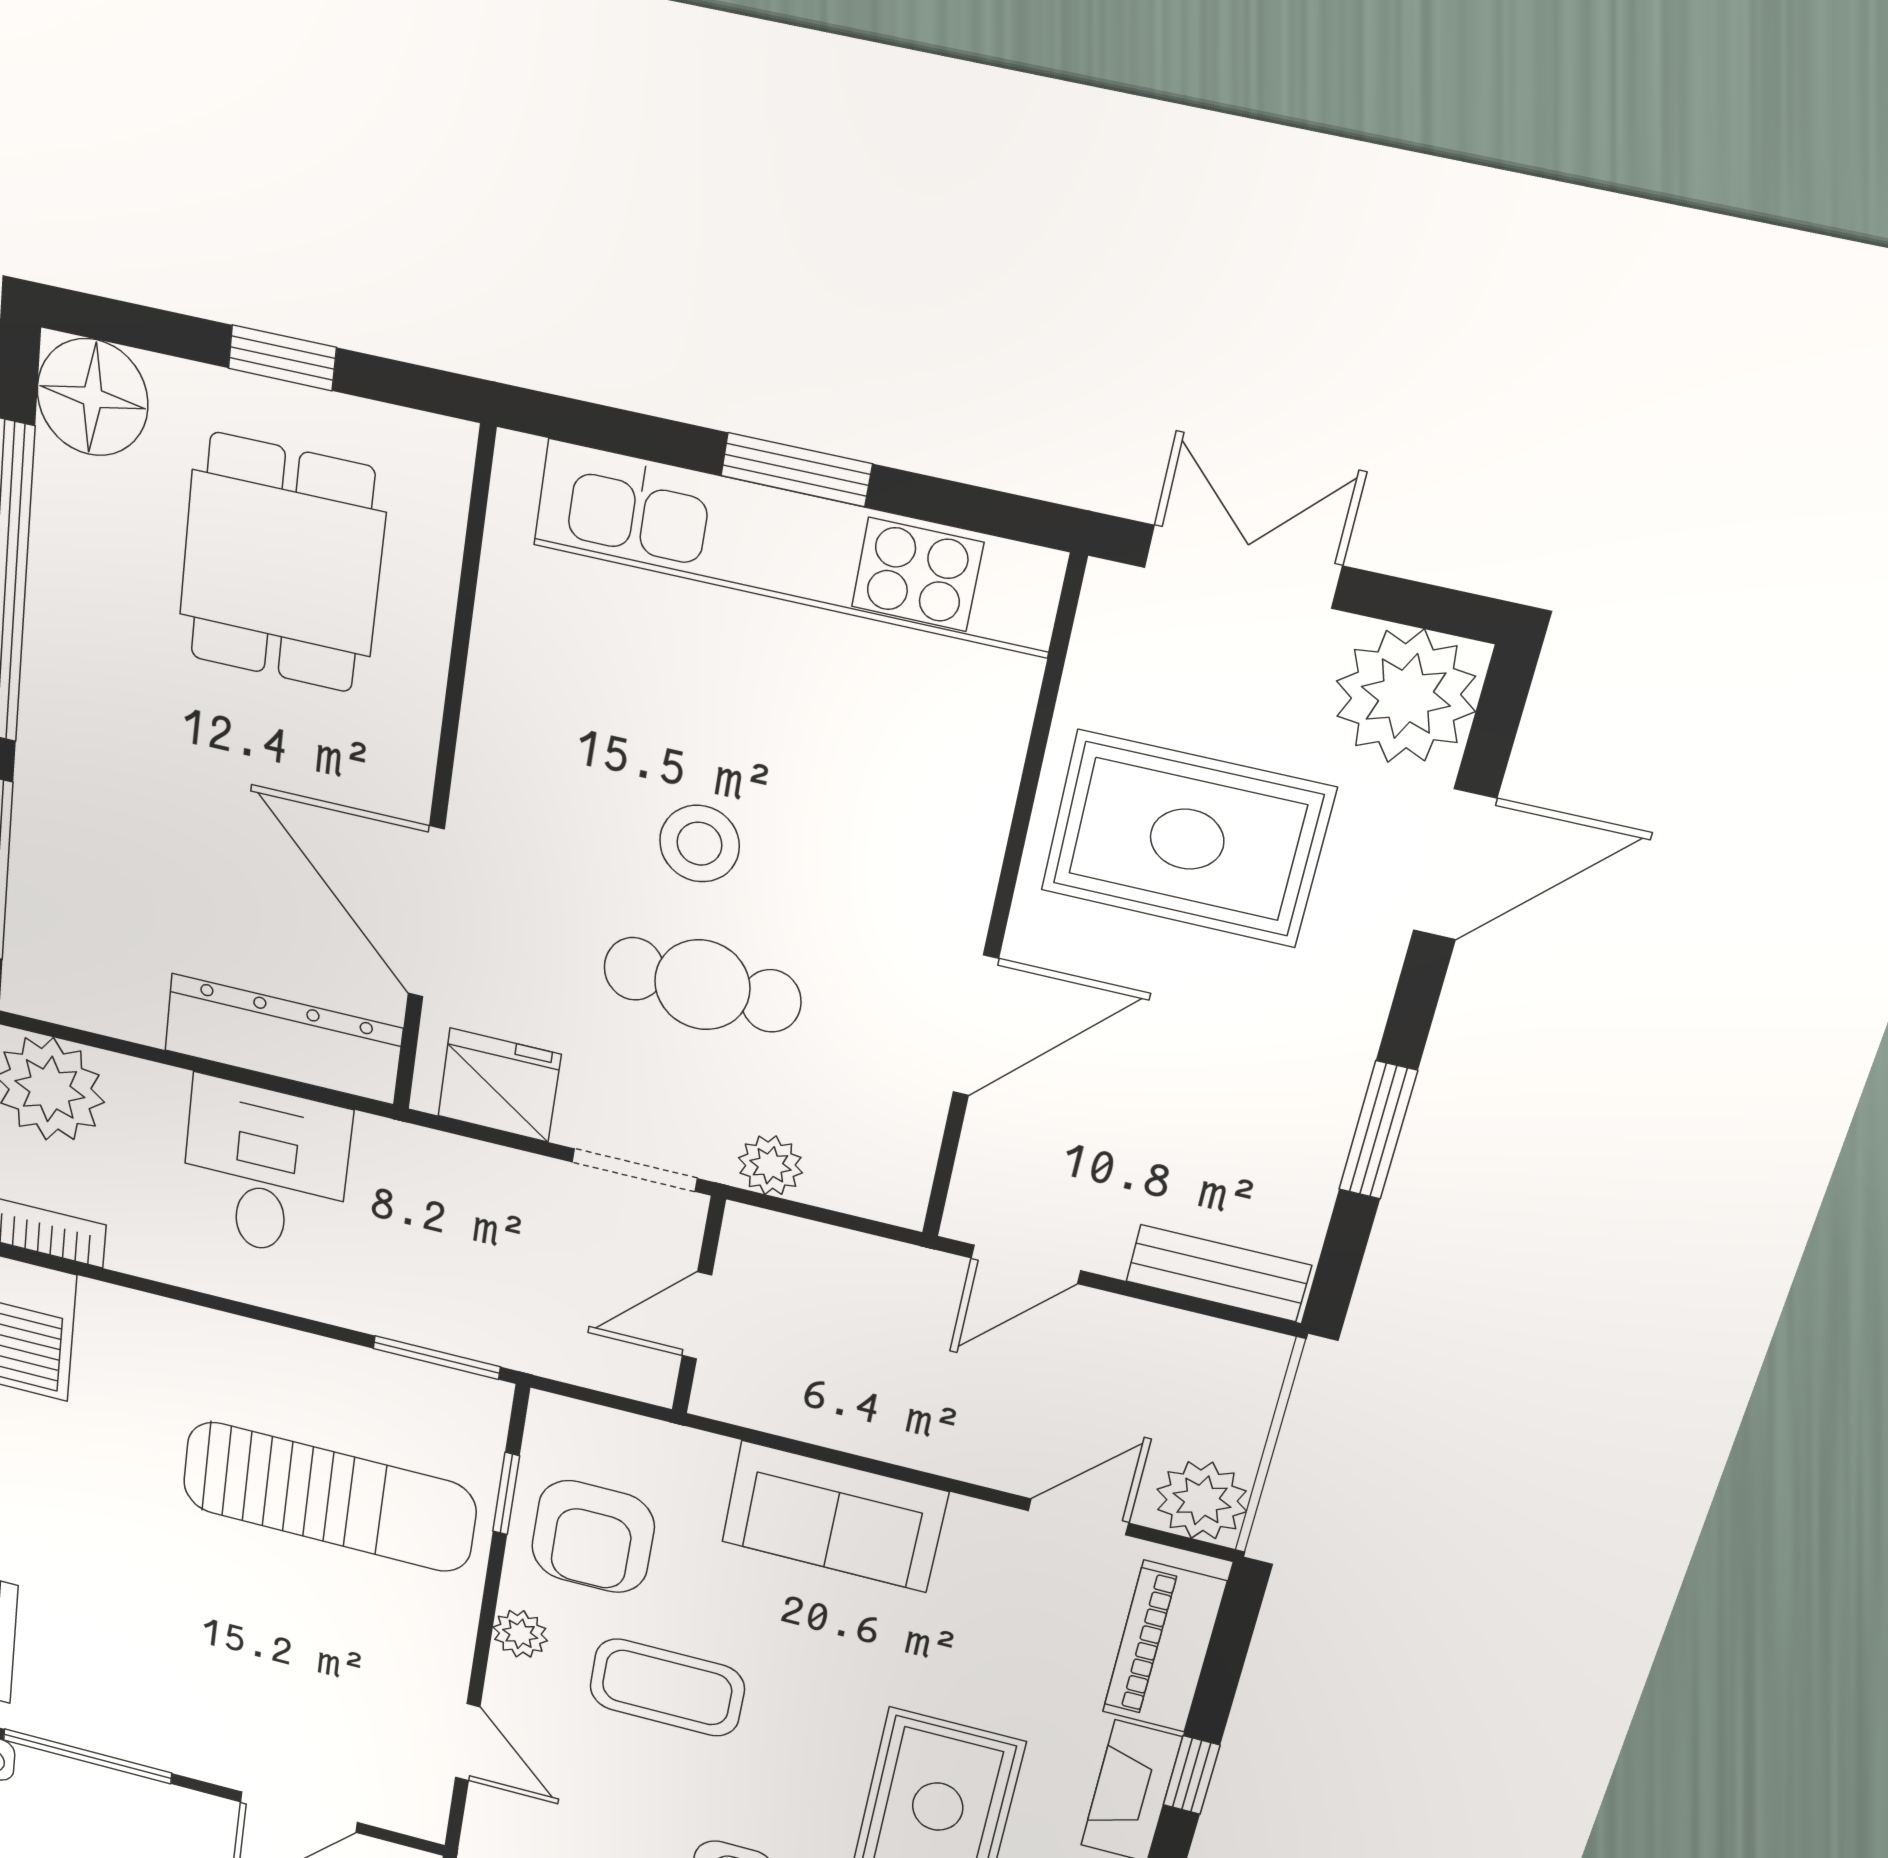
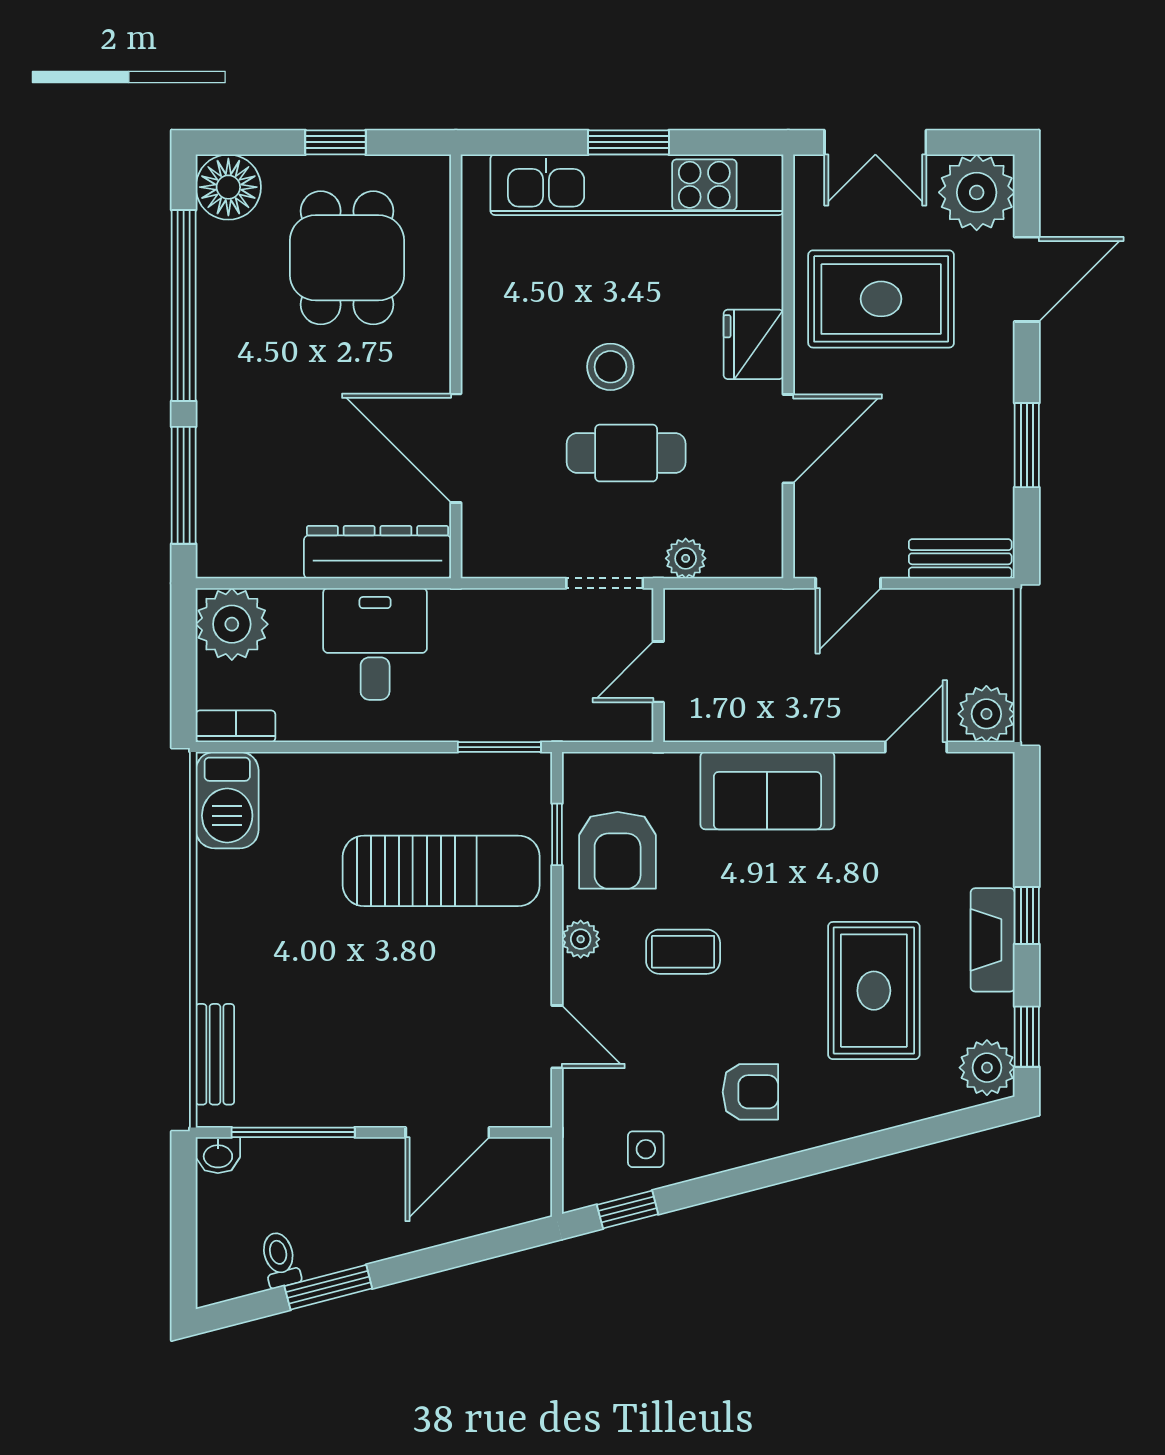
double door: (1243, 567) -> (875, 142), swing flipped
fridge: (499, 1085) -> (753, 344), moved, turned -90
piano: (1164, 1647) -> (988, 825), removed
coffee table: (667, 1688) -> (683, 952), width x0.73, depth x0.77

